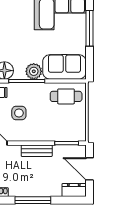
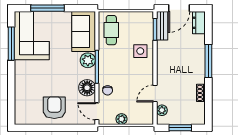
side table: (19, 113) -> (140, 51), moved
bench: (37, 151) -> (162, 26), moved

